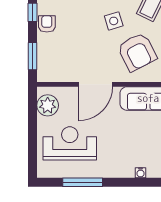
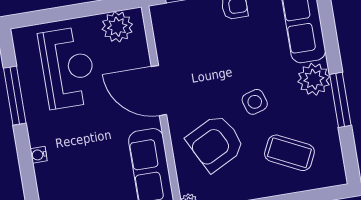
water cooler: (140, 173) -> (39, 155), moved

